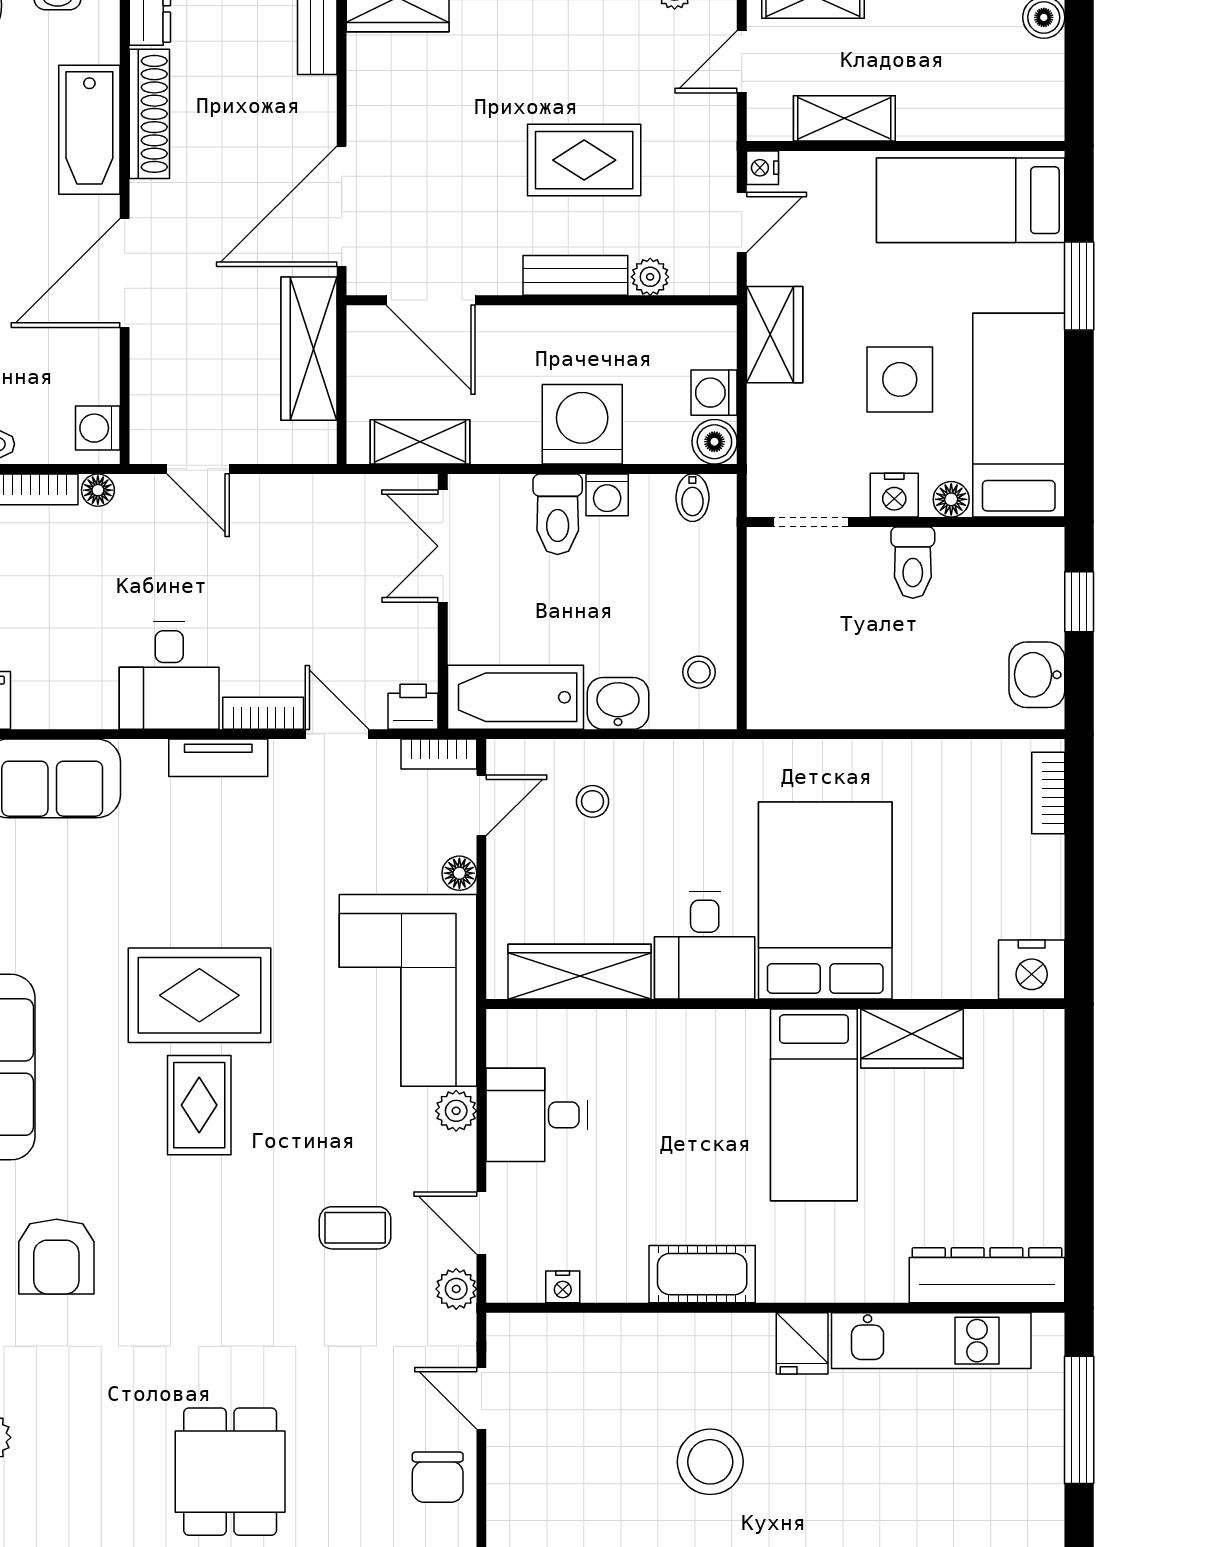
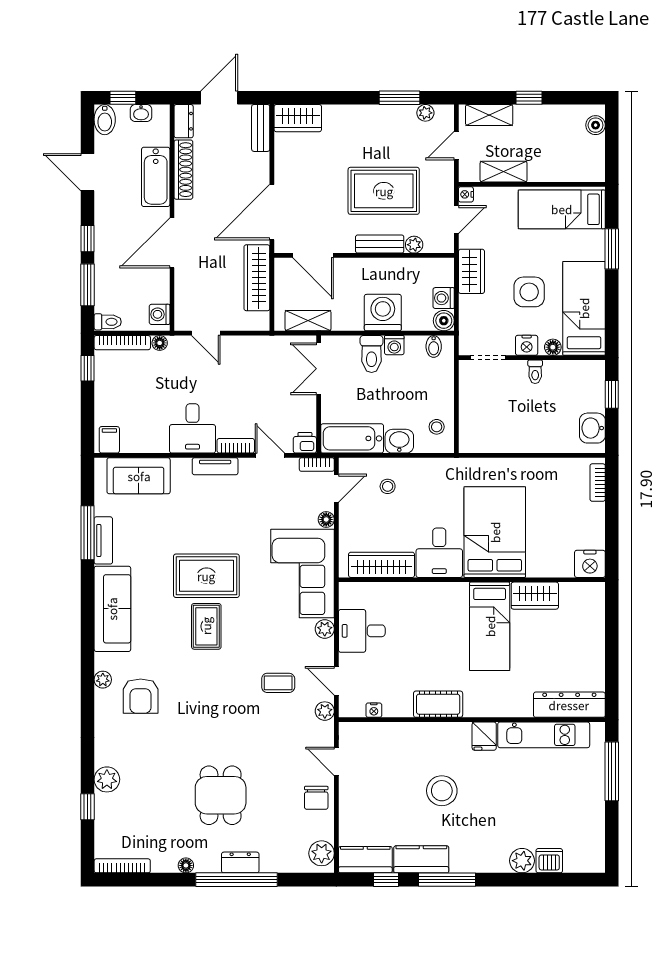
rug: (584, 160) -> (384, 191), width x1.36, depth x1.43
toilet: (913, 563) -> (535, 372), width x0.73, depth x0.72

